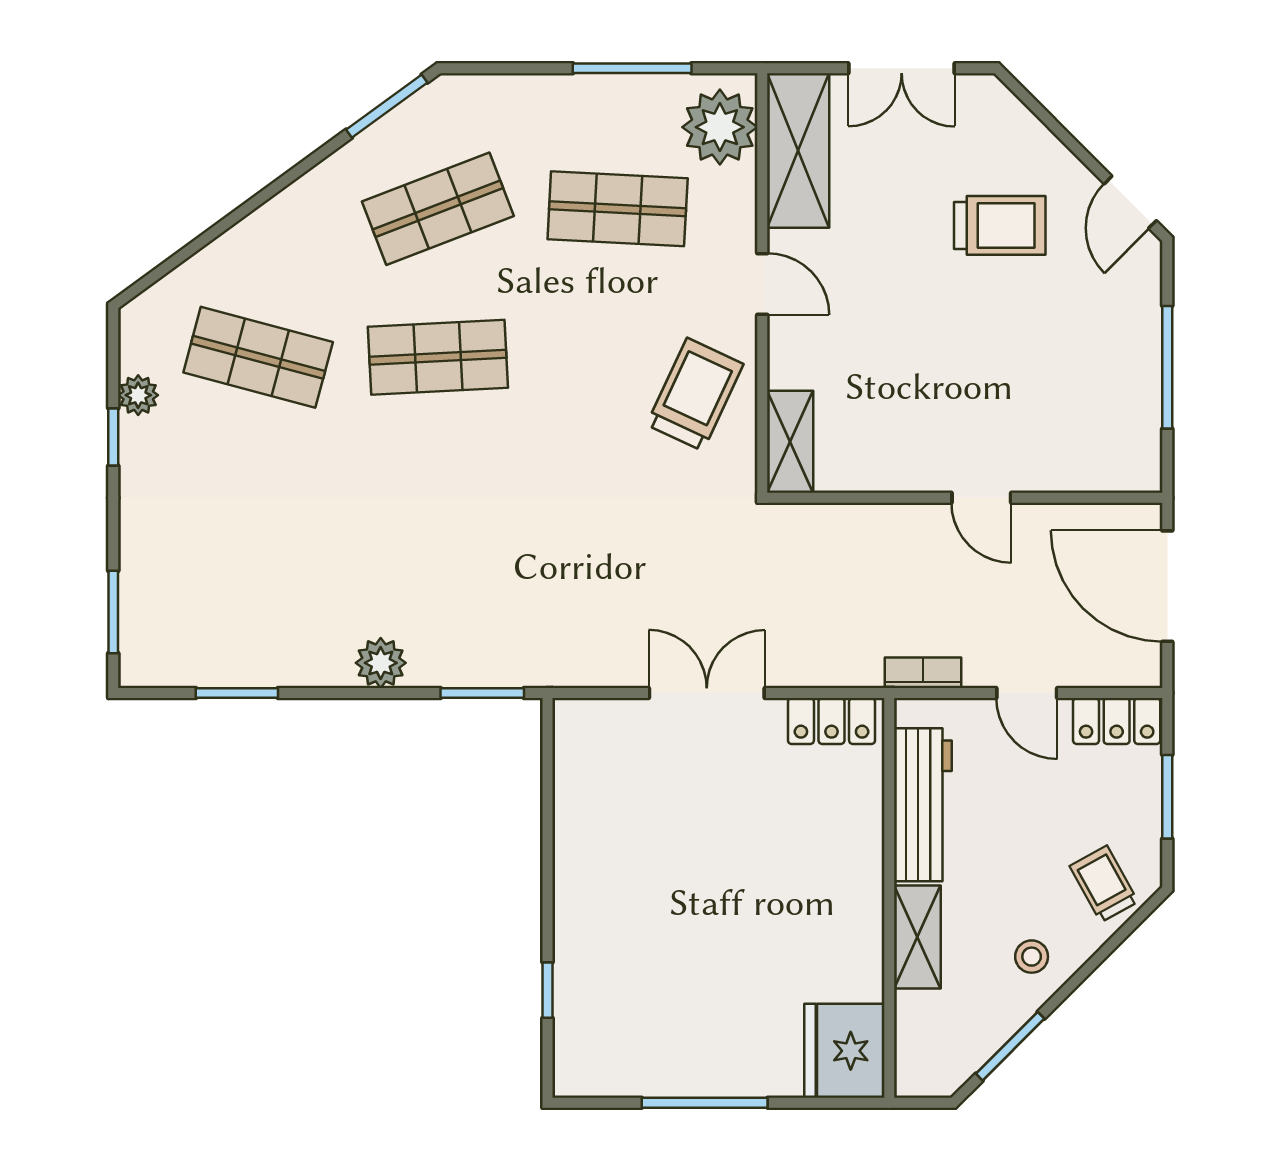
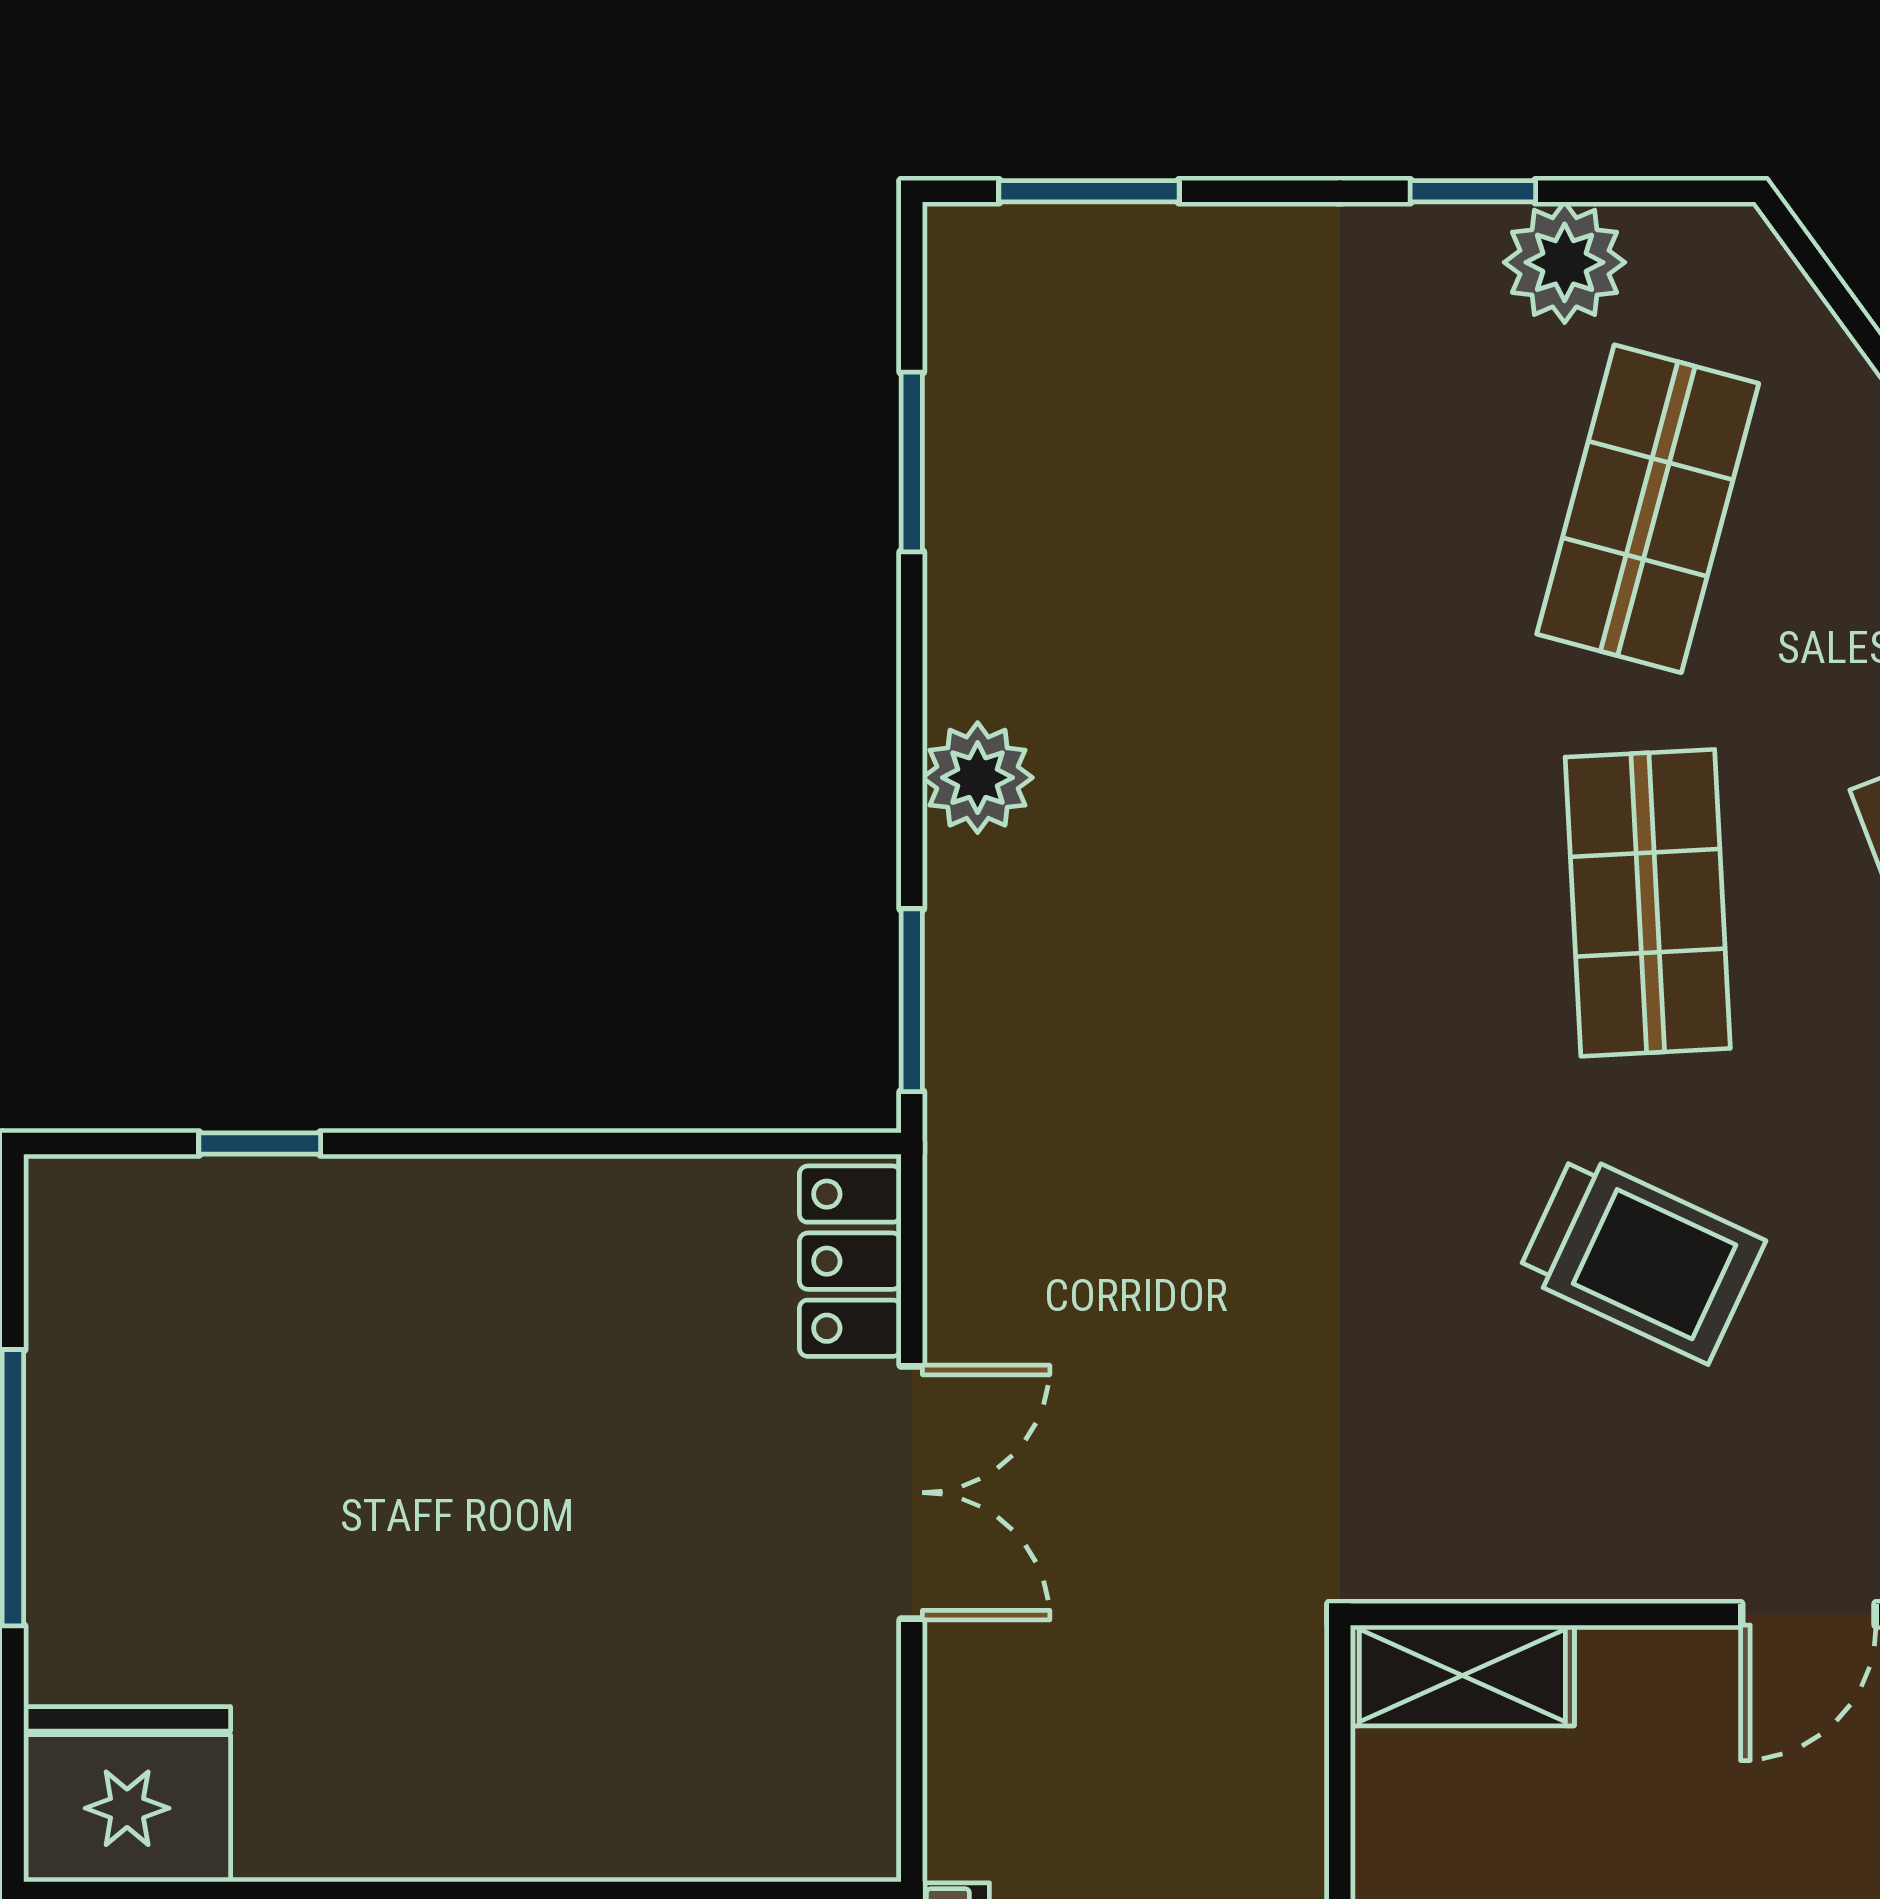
trolley: (695, 394) -> (1641, 1258), moved
plant: (138, 395) -> (1565, 262), width x1.38, depth x1.38
locker: (832, 721) -> (850, 1261), moved

